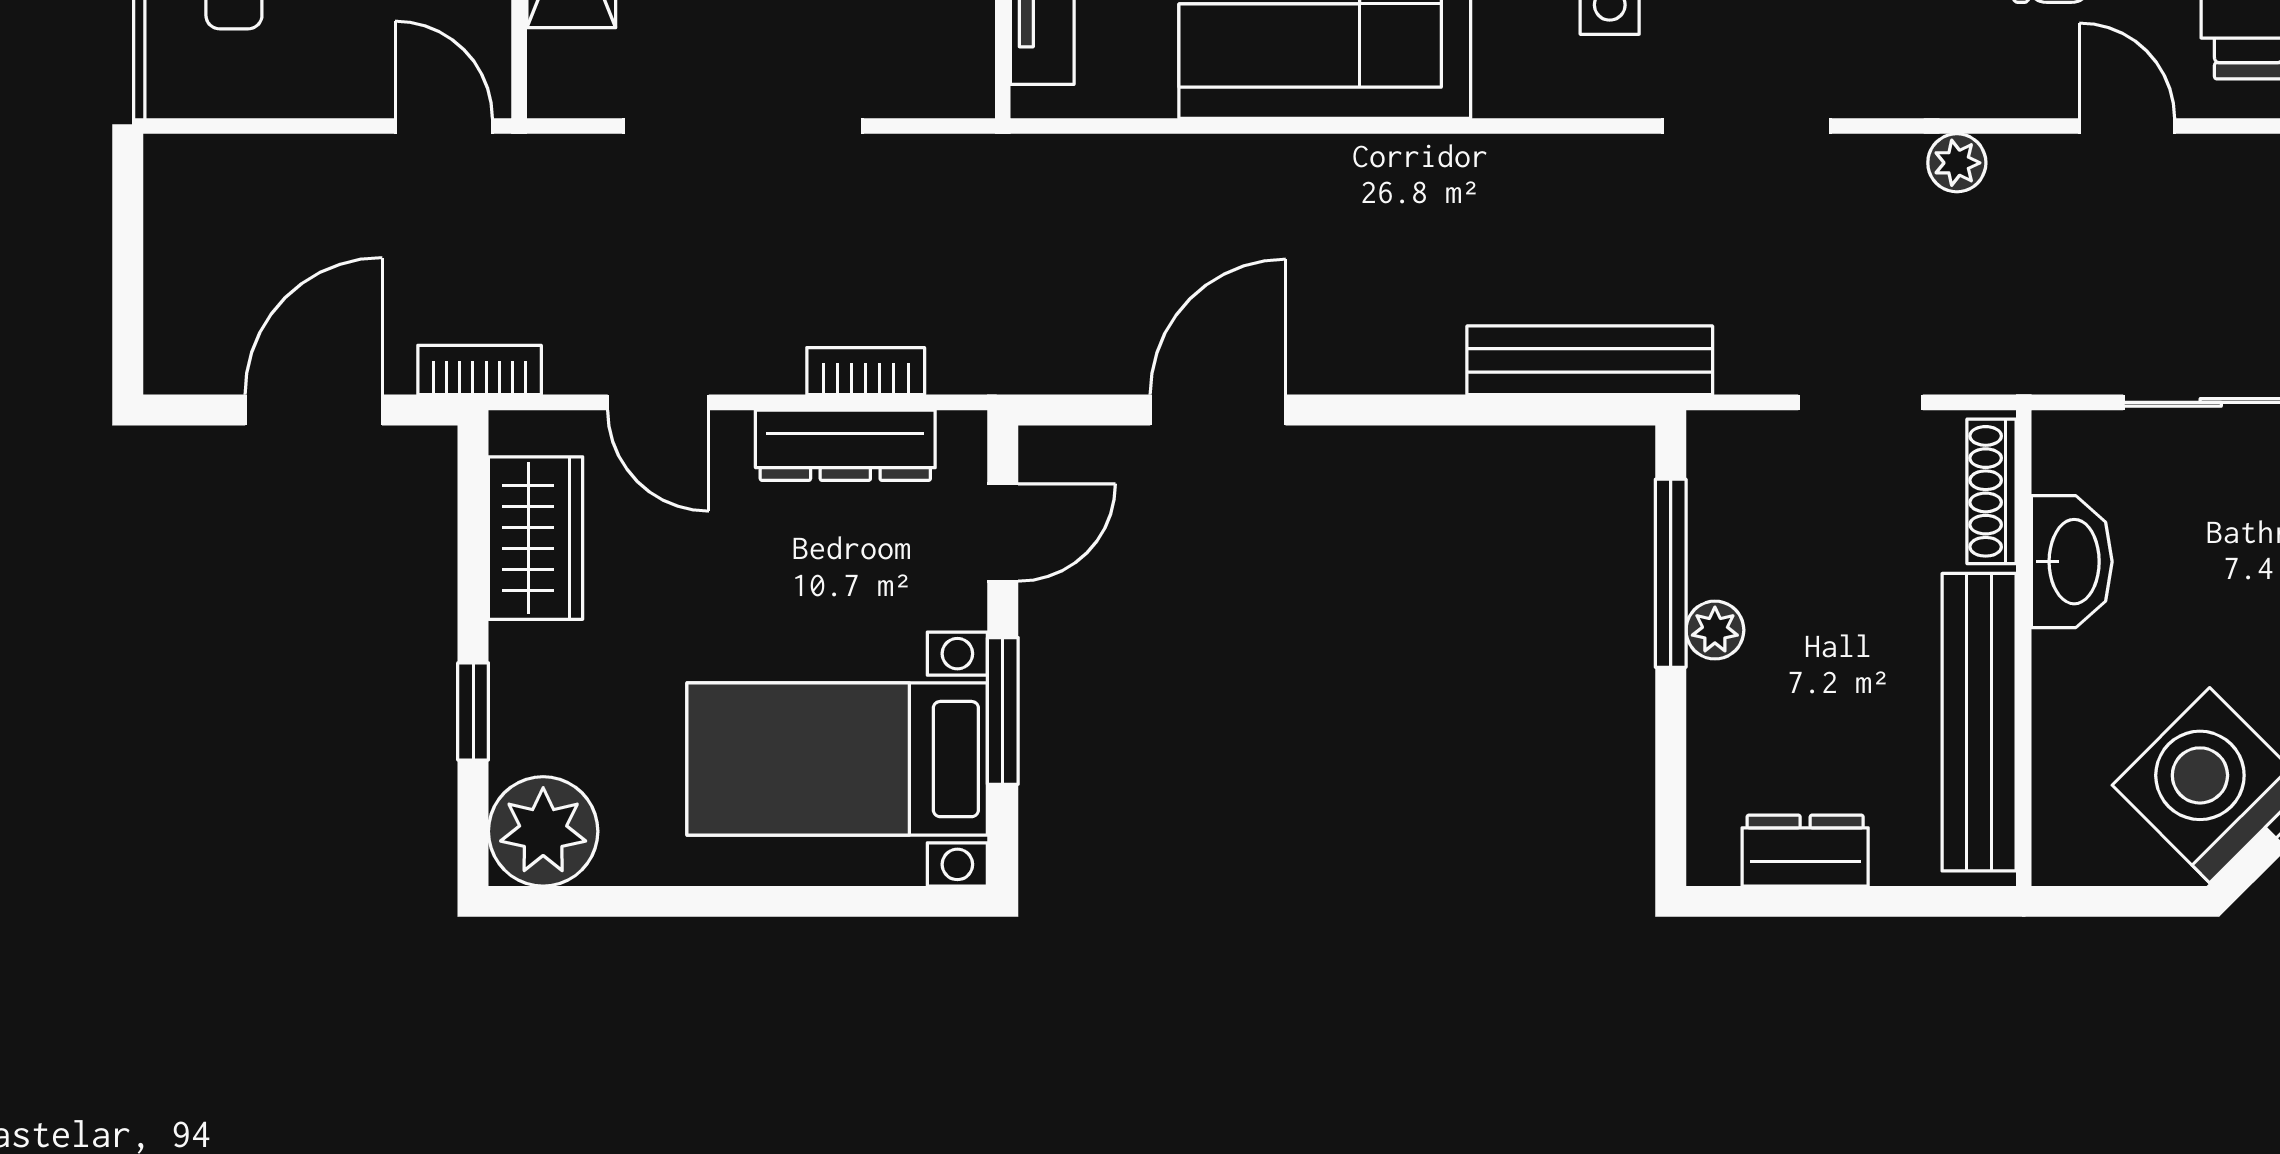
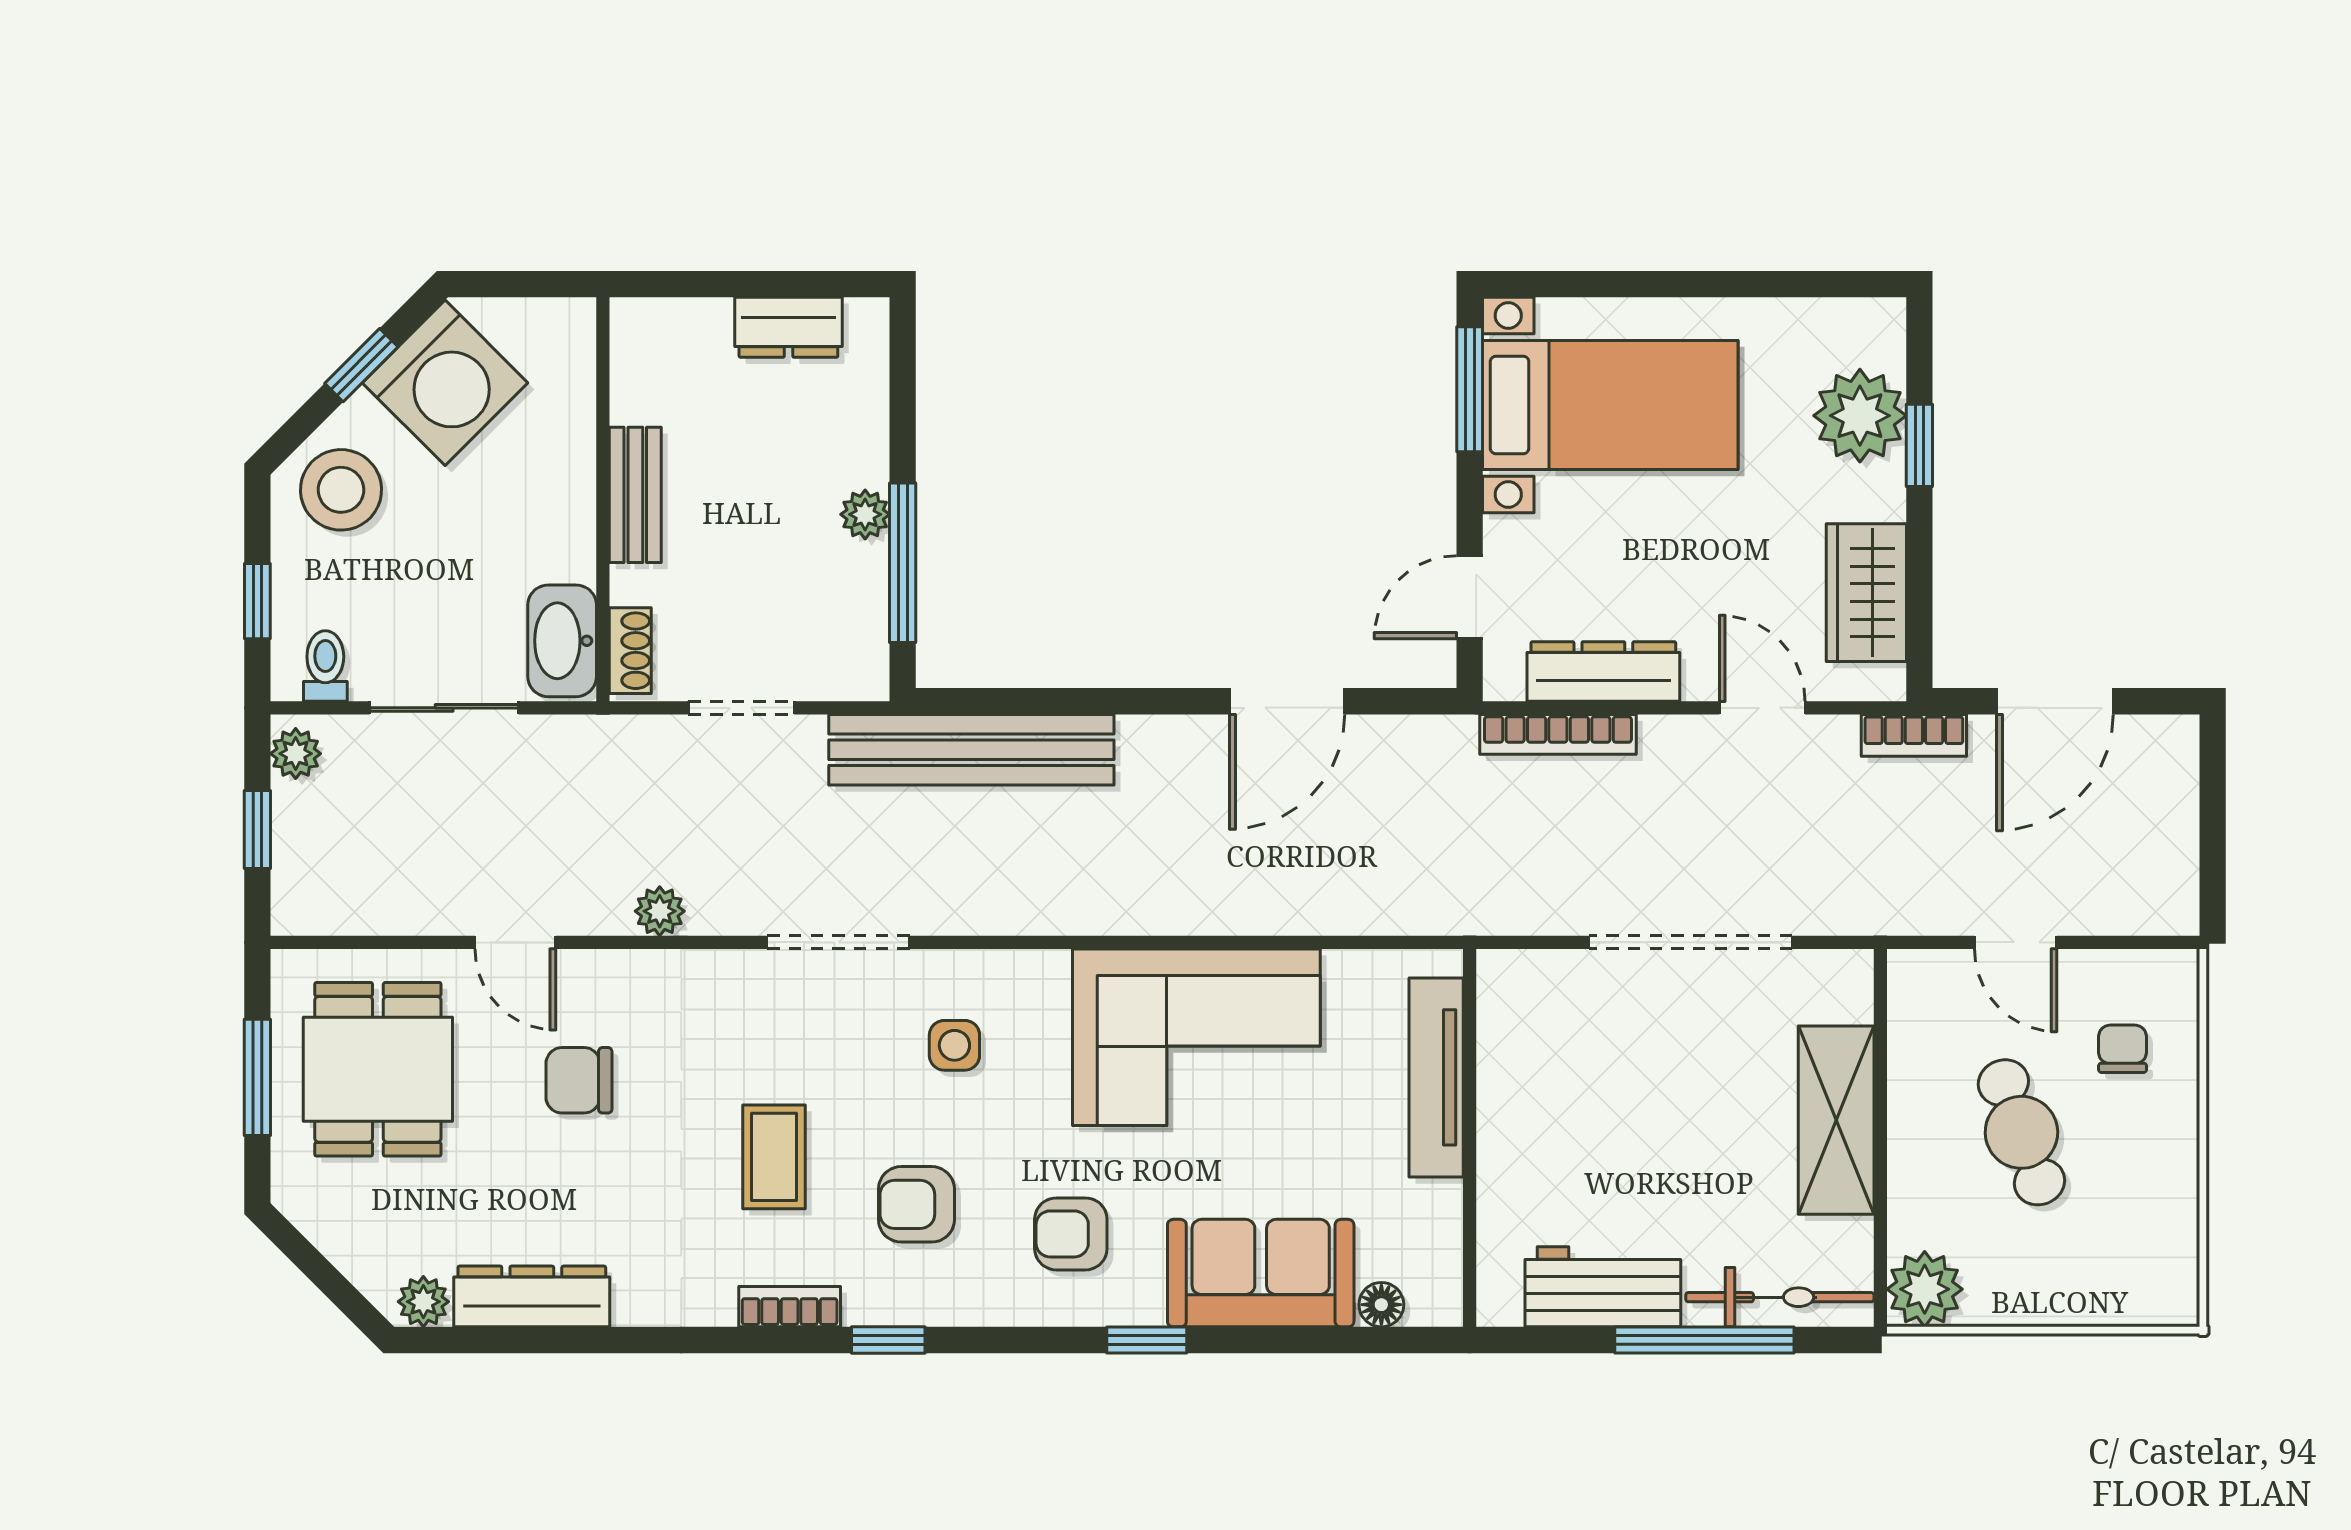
door: (444, 126) -> (2016, 942), moved
bench: (1590, 360) -> (971, 750), width x1.37, depth x1.21
bookcase: (866, 371) -> (1558, 734), width x1.56
shoe rack: (1992, 491) -> (630, 651), width x0.70
washbasin: (2072, 562) -> (562, 641), moved
window: (1003, 711) -> (1470, 389), moved
bench: (1979, 722) -> (635, 495), width x0.54, depth x0.82
plant: (543, 831) -> (1860, 416), moved

